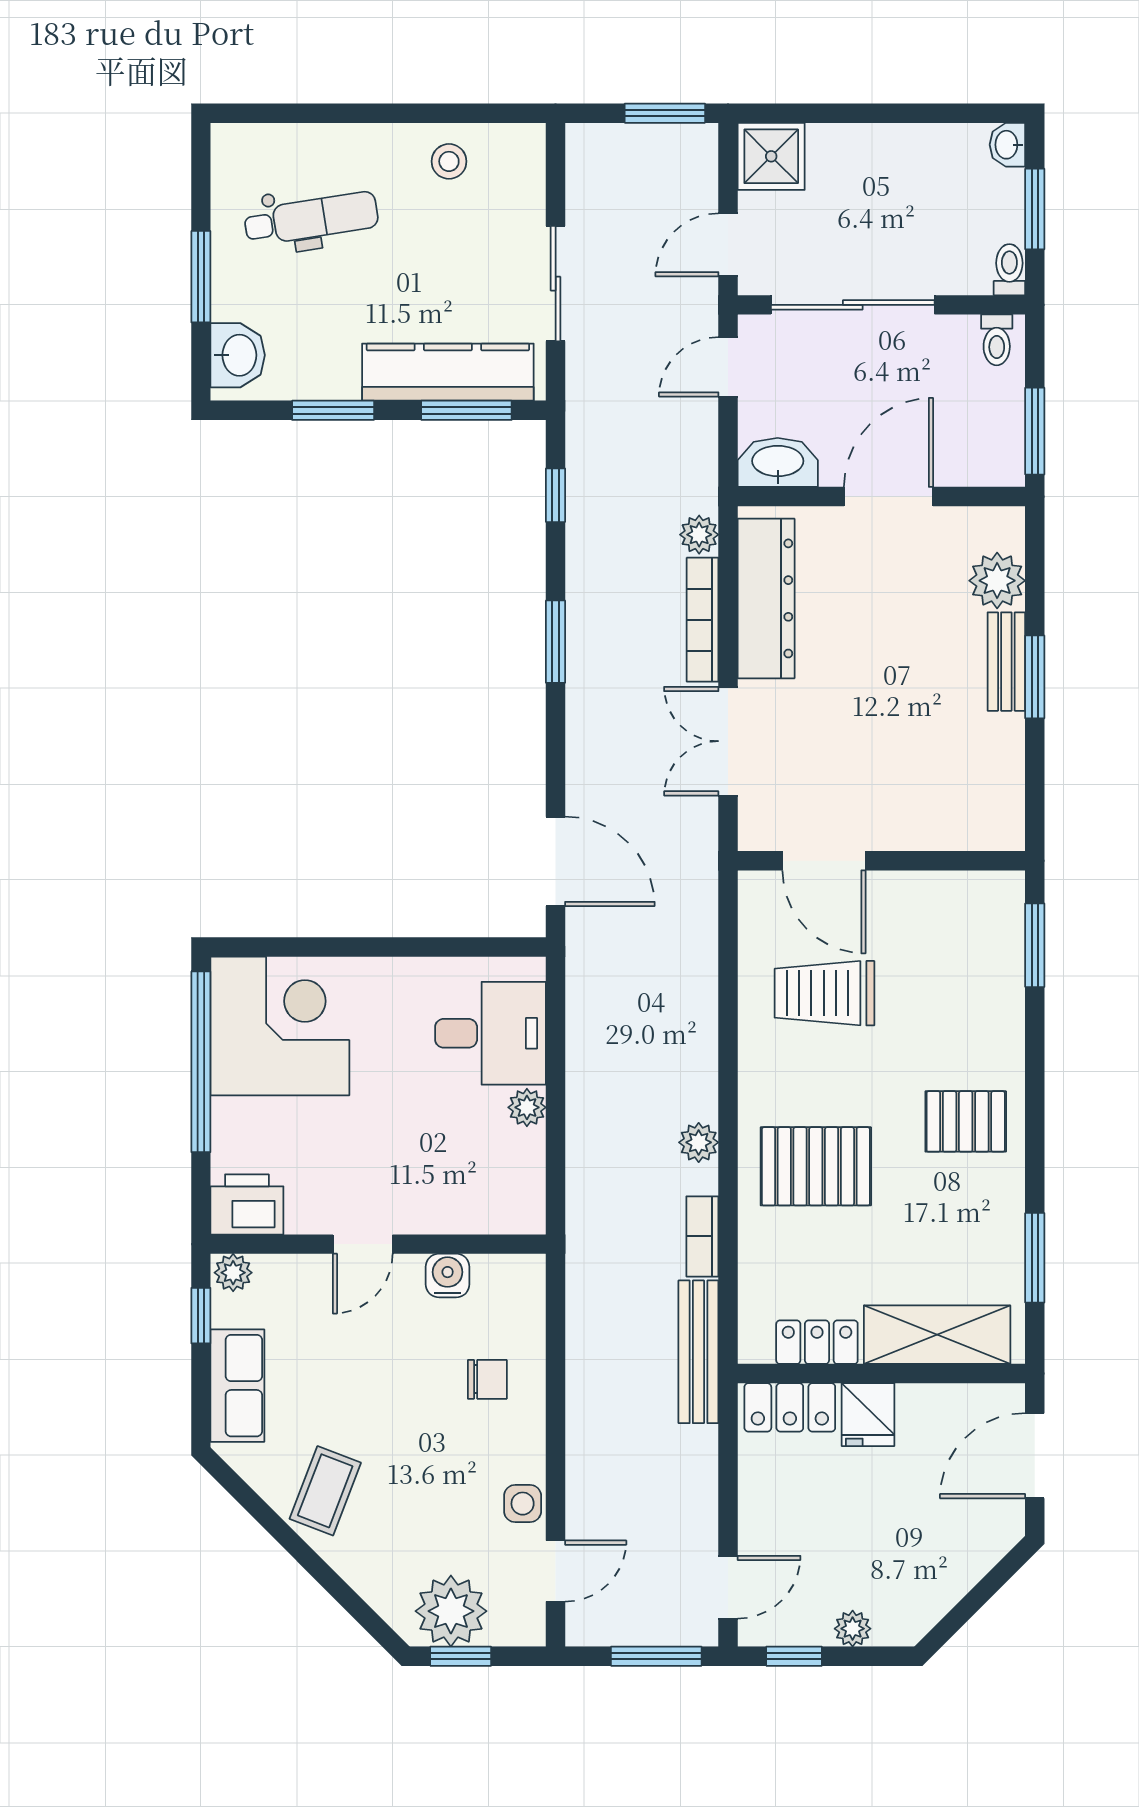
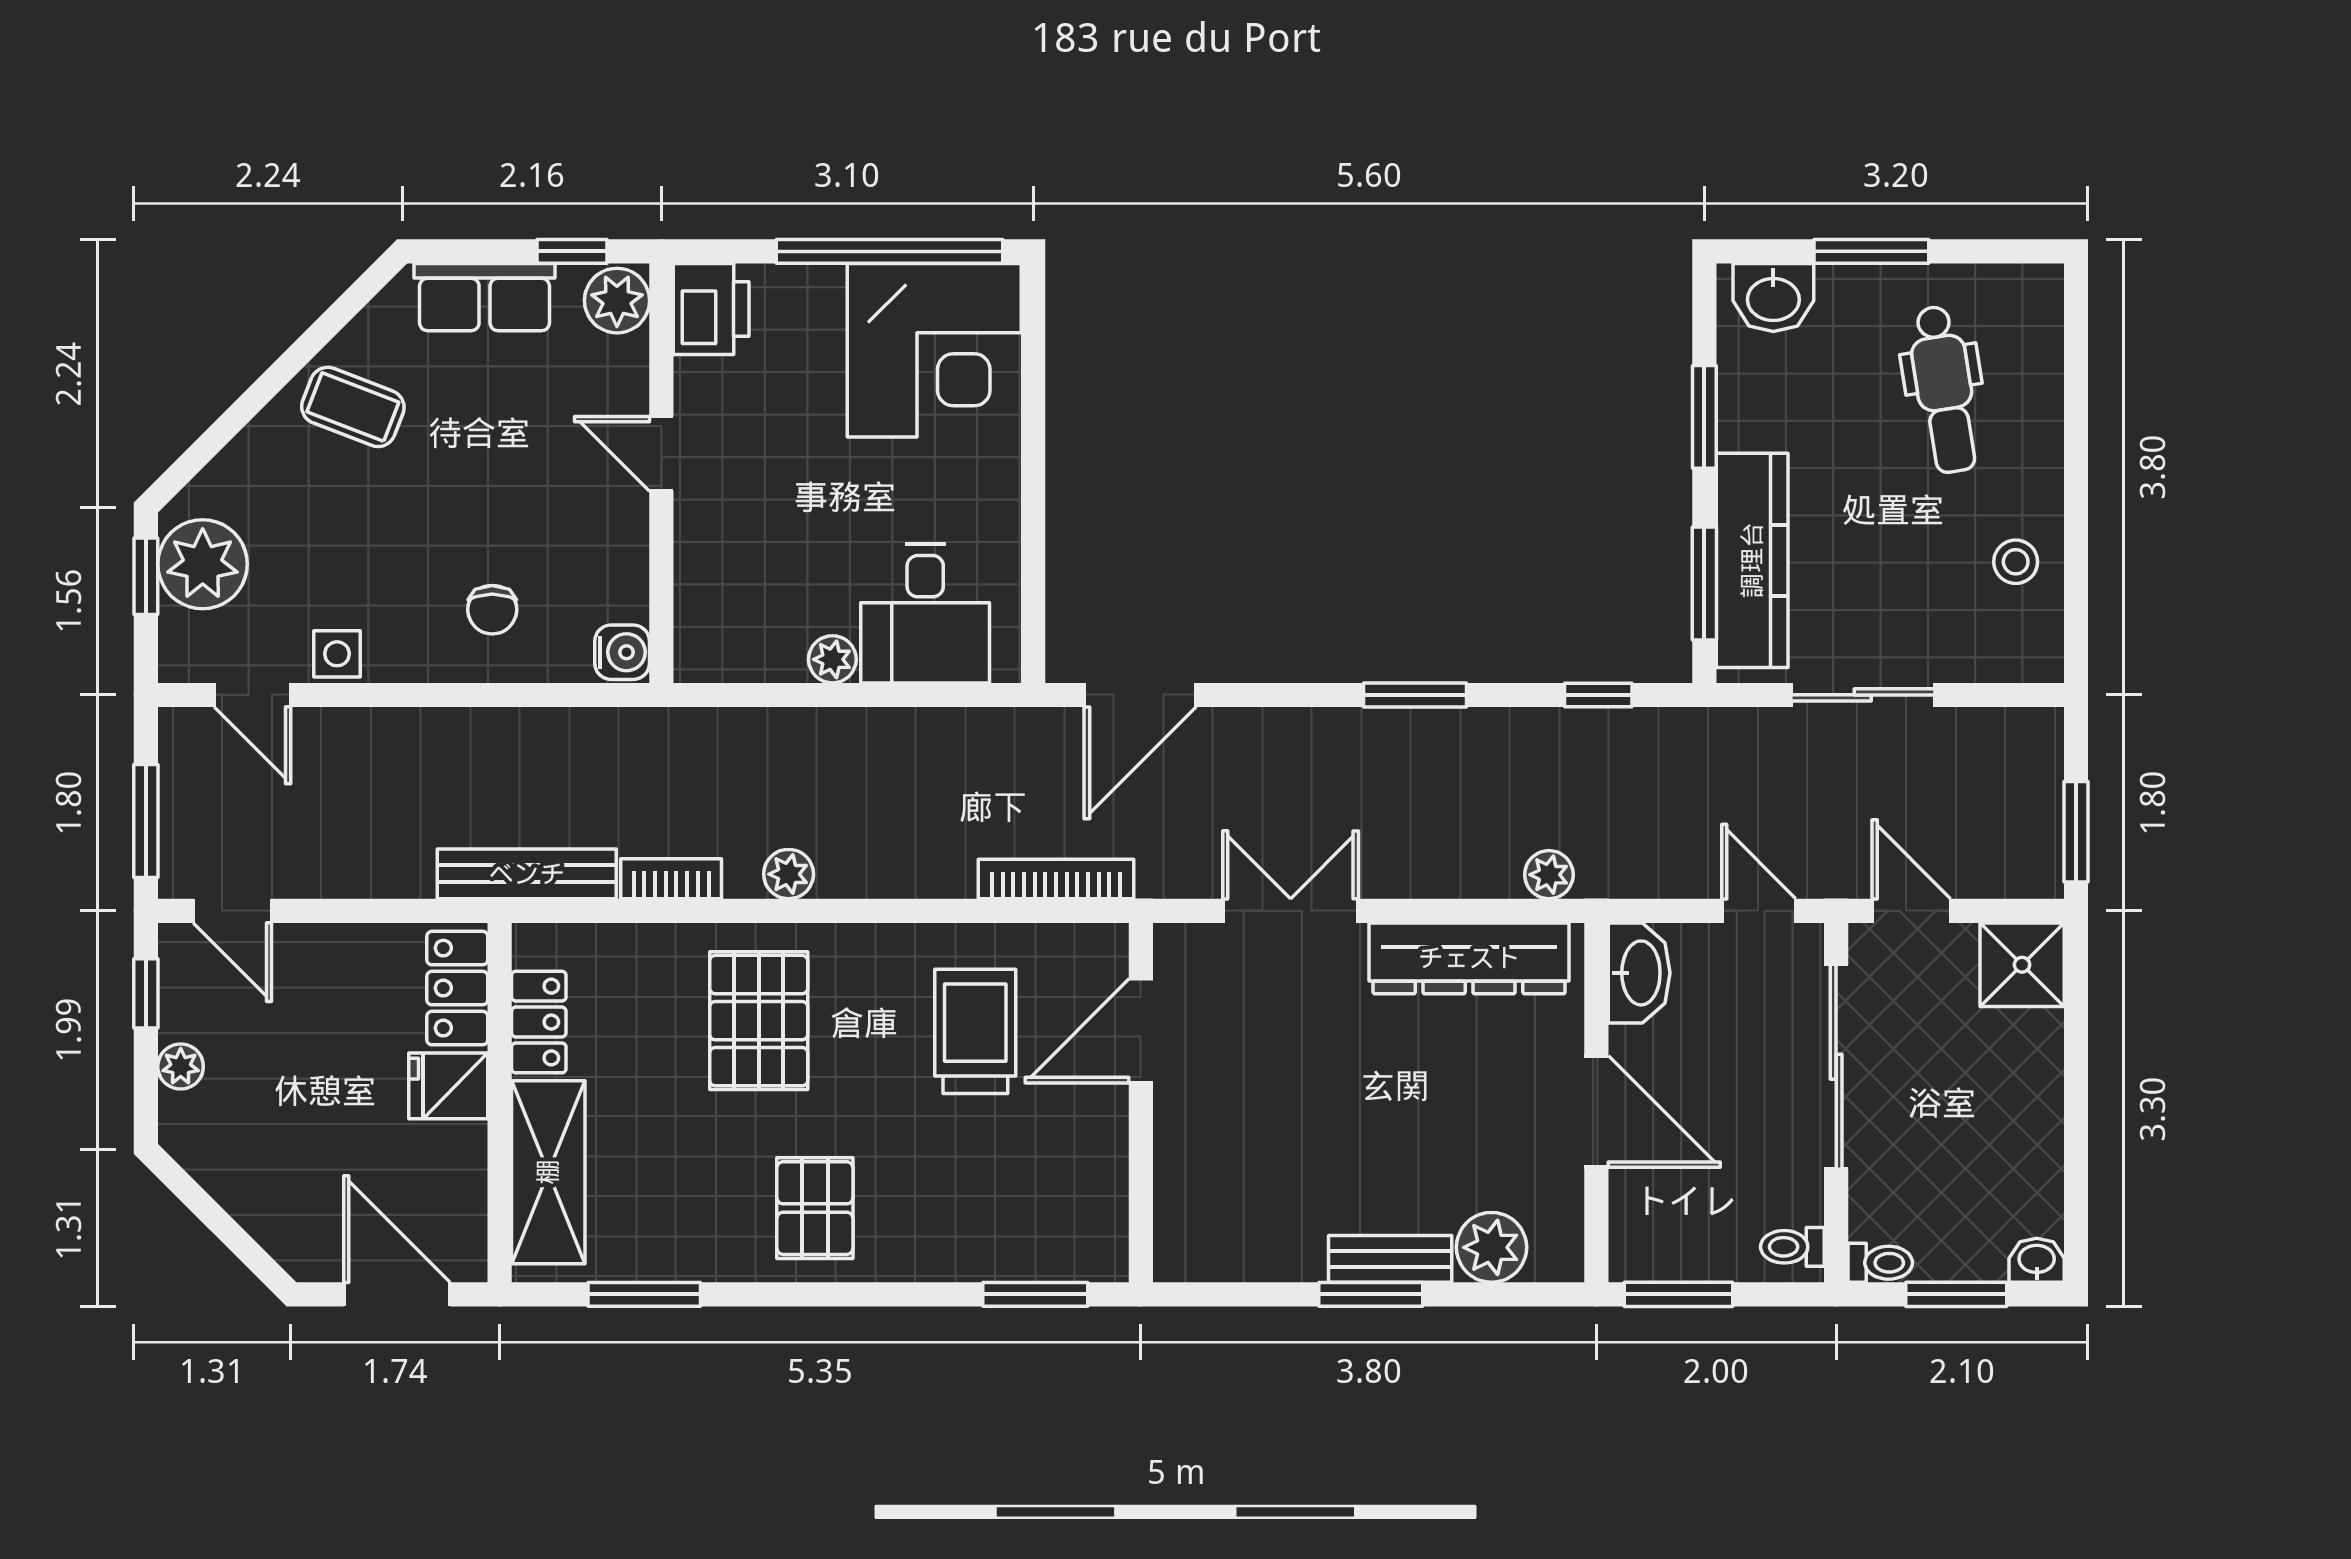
bookcase: (703, 620) -> (1056, 879), moved
plant: (233, 1273) -> (617, 301), width x1.38, depth x1.38
water cooler: (448, 1276) -> (622, 652), moved

